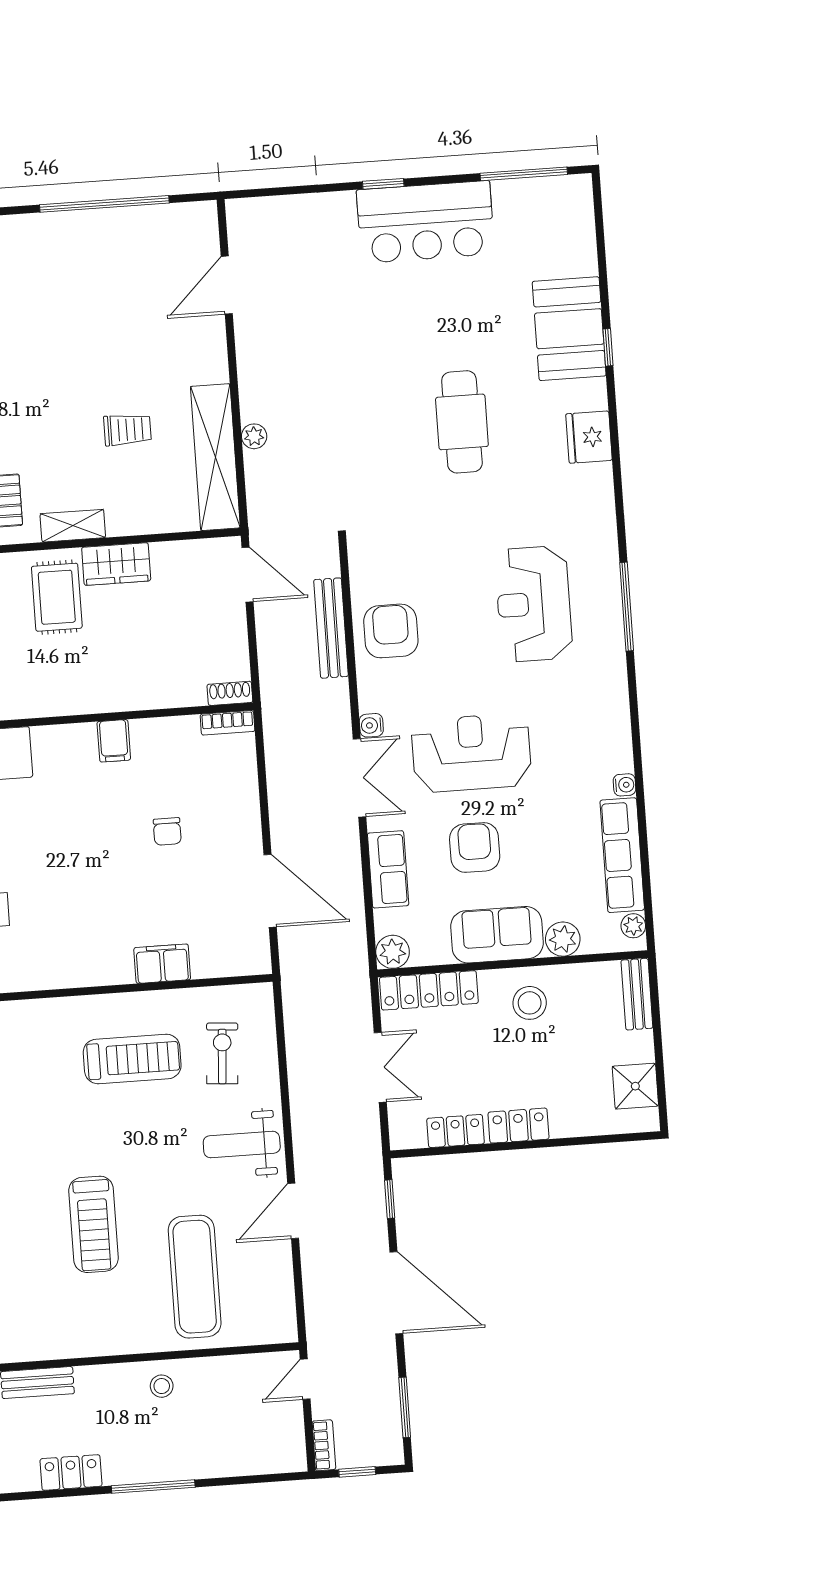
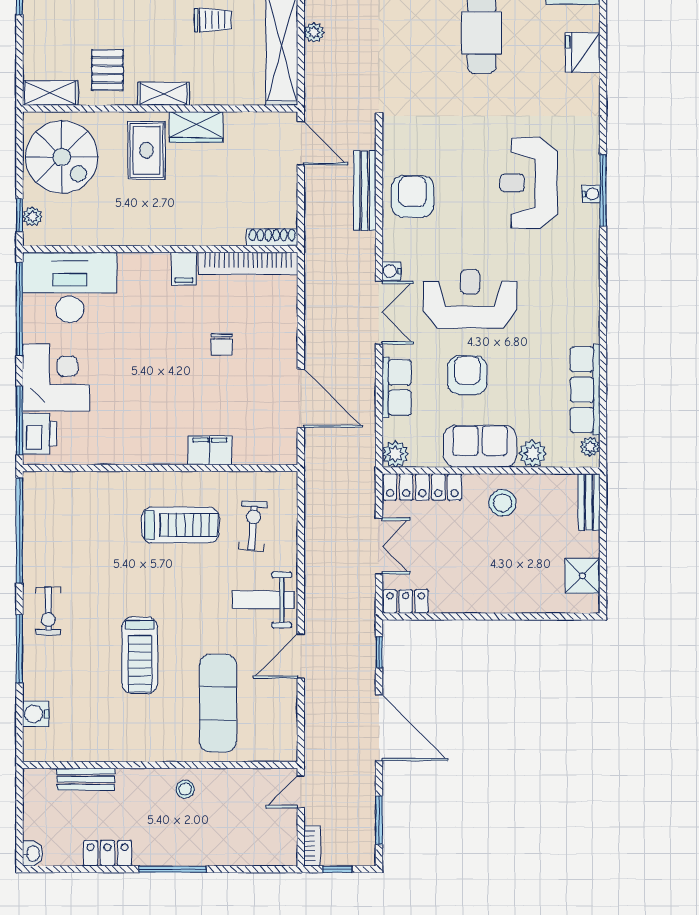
shoe rack: (230, 693) -> (272, 237), width x1.43
bookcase: (227, 723) -> (248, 263), width x2.31, depth x1.31
water cooler: (624, 785) -> (591, 194), moved
locker: (518, 1126) -> (486, 601), removed
locker: (456, 1131) -> (406, 601), moved

